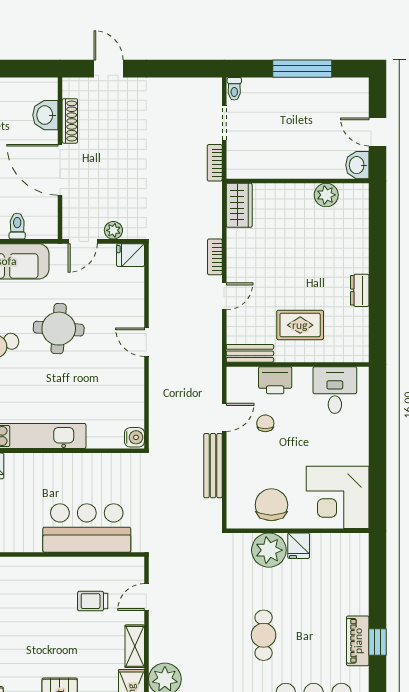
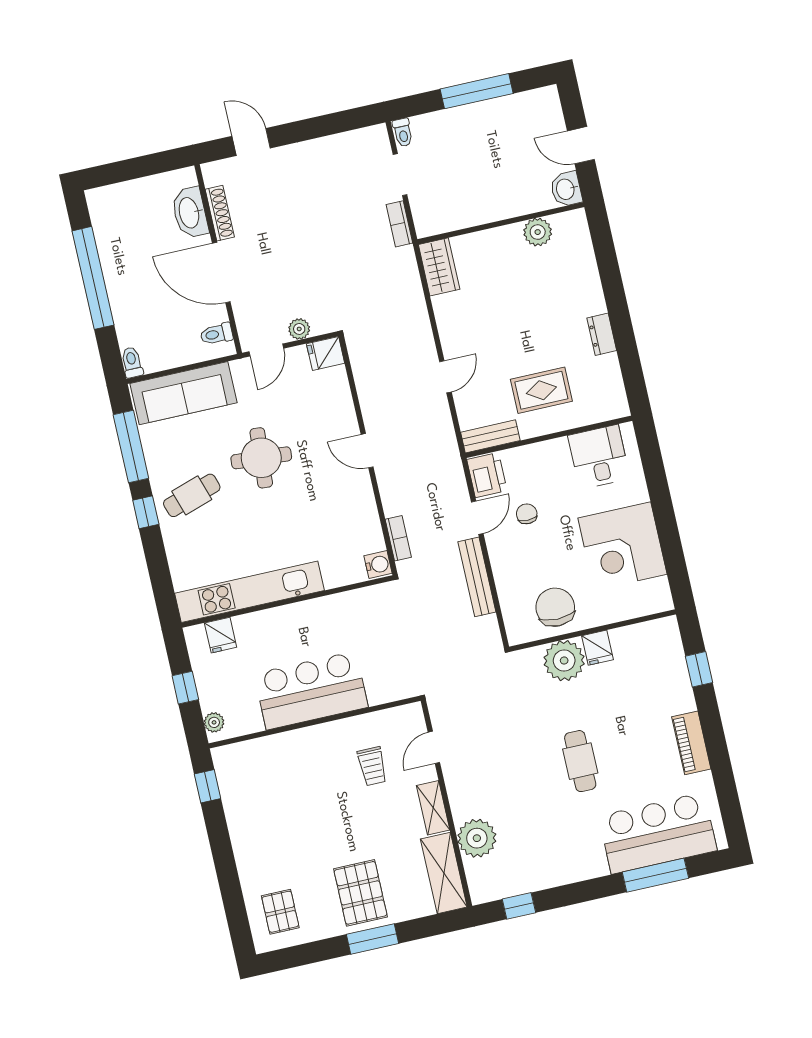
washbasin: (45, 115) -> (190, 213), width x1.38
toilet: (17, 226) -> (216, 334), moved, turned -90
bookcase: (215, 257) -> (398, 538), moved, turned 180
printer: (275, 380) -> (487, 475), moved, turned -90
corner desk: (338, 497) -> (622, 546), moved
bar counter: (87, 528) -> (311, 691), moved
trolley: (93, 601) -> (372, 766), turned -90
window: (378, 642) -> (699, 669), moved

